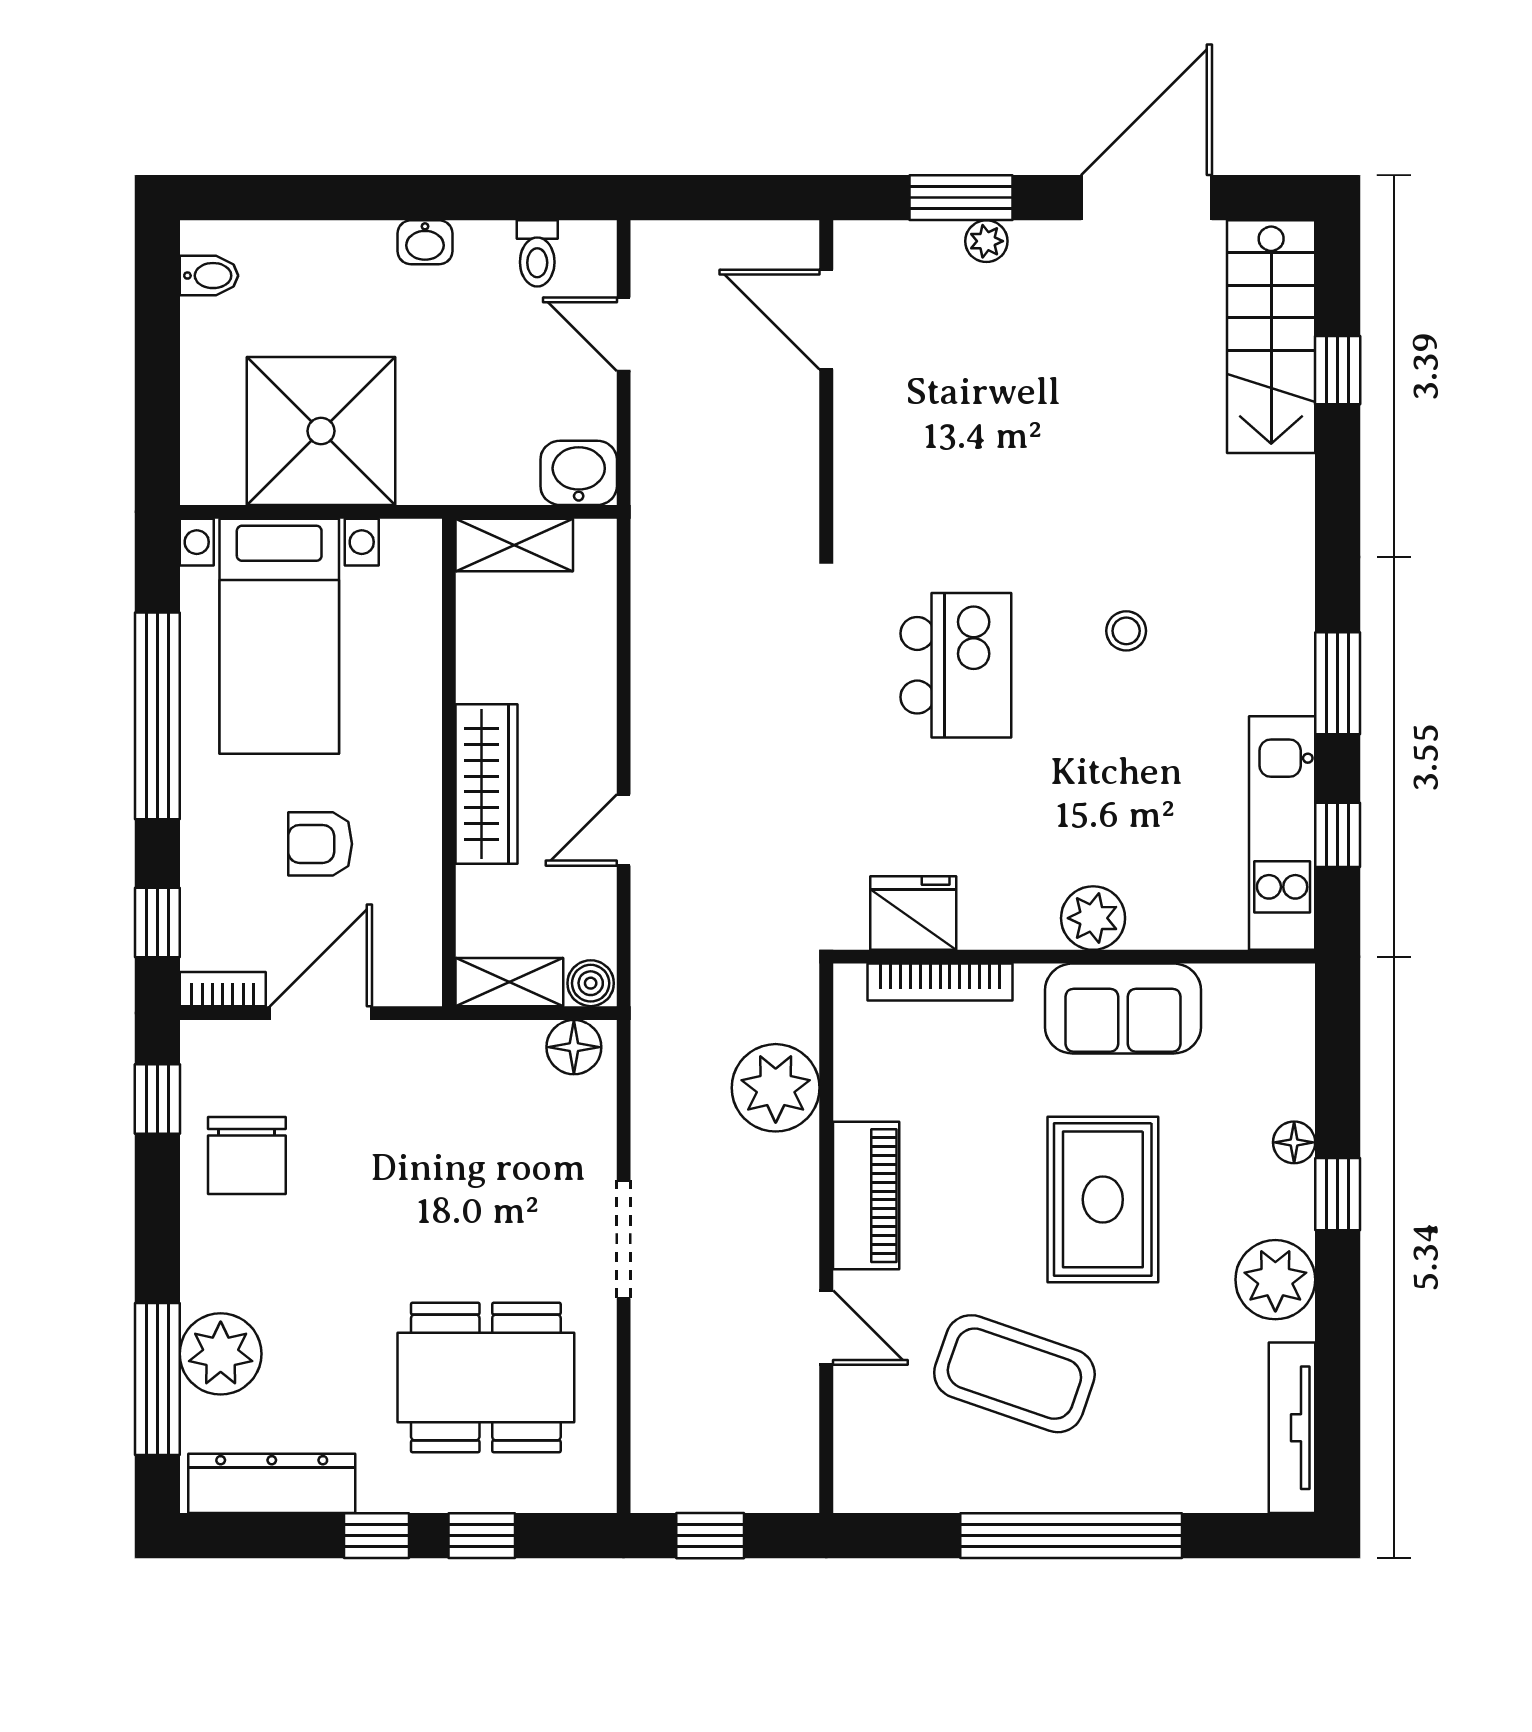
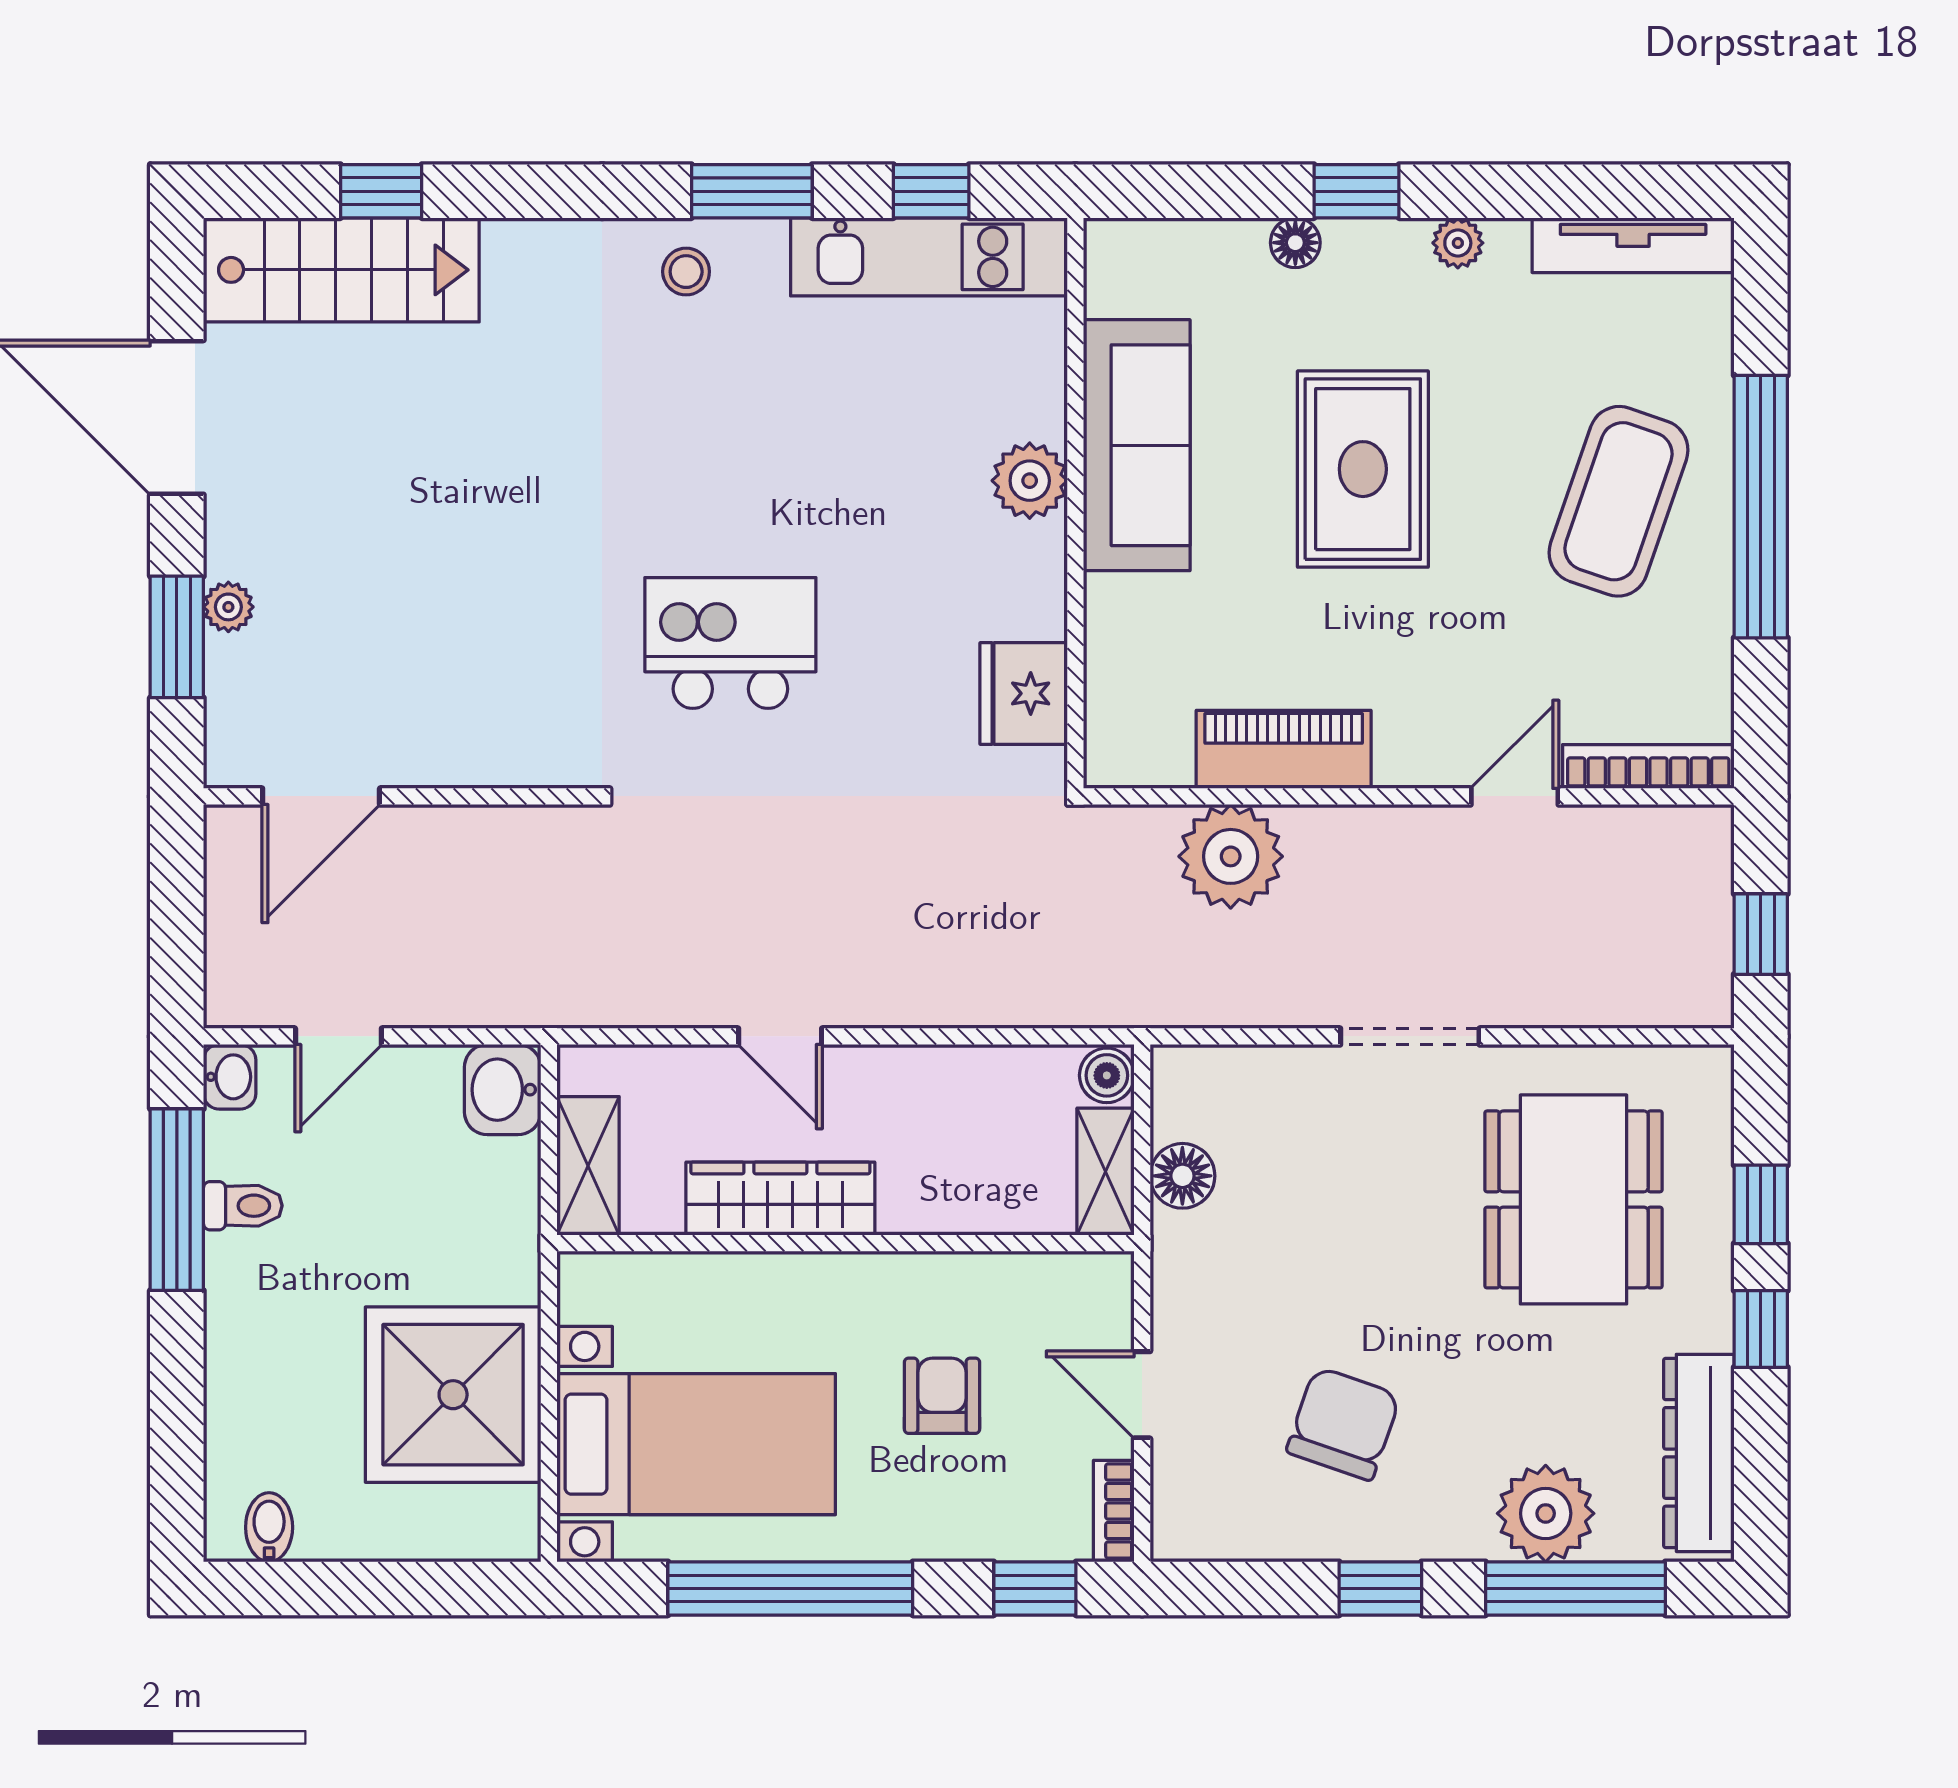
window: (486, 198) -> (177, 1200), added
washbasin: (425, 242) -> (230, 1077), moved
toilet: (537, 253) -> (243, 1206), moved
stool: (1126, 631) -> (686, 272), moved
wardrobe: (487, 784) -> (780, 1199), moved
door: (624, 830) -> (780, 1036), moved
armchair: (320, 844) -> (942, 1396), turned 180
bookcase: (940, 982) -> (1648, 767), moved, turned -90
sofa: (1123, 1009) -> (1137, 445), width x1.36
door: (321, 1013) -> (1142, 1395), width x0.73
floor lamp: (574, 1047) -> (1182, 1176), moved
window: (157, 1099) -> (1380, 1588), moved
chair: (247, 1155) -> (1343, 1424), moved, turned -71
piano: (866, 1196) -> (1284, 749), moved
rug: (1103, 1199) -> (1363, 469), turned 90
plant: (1275, 1280) -> (1458, 243), width x0.53, depth x0.53
coffee table: (1014, 1374) -> (1619, 501), moved

